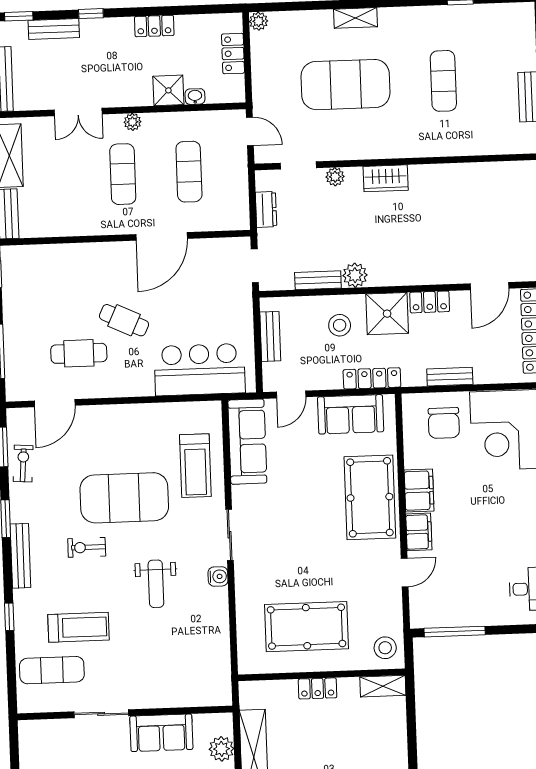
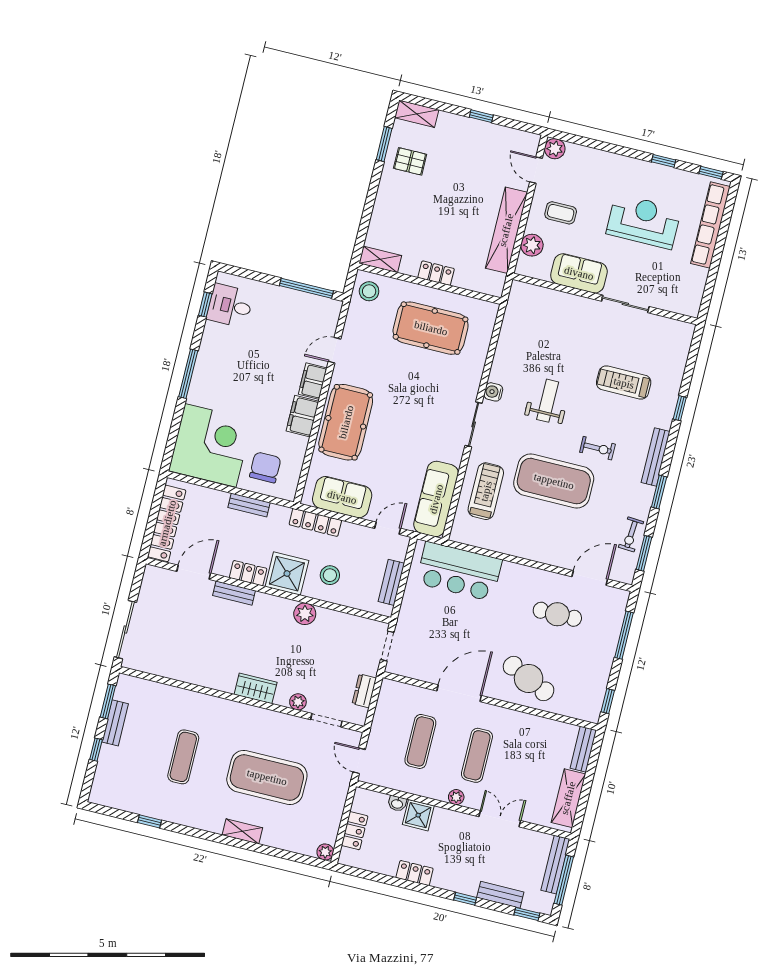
bench: (318, 280) -> (234, 593), moved
cafe table: (124, 320) -> (529, 678), moved, width x1.37, depth x1.35
exercise mat: (52, 670) -> (657, 353), removed

